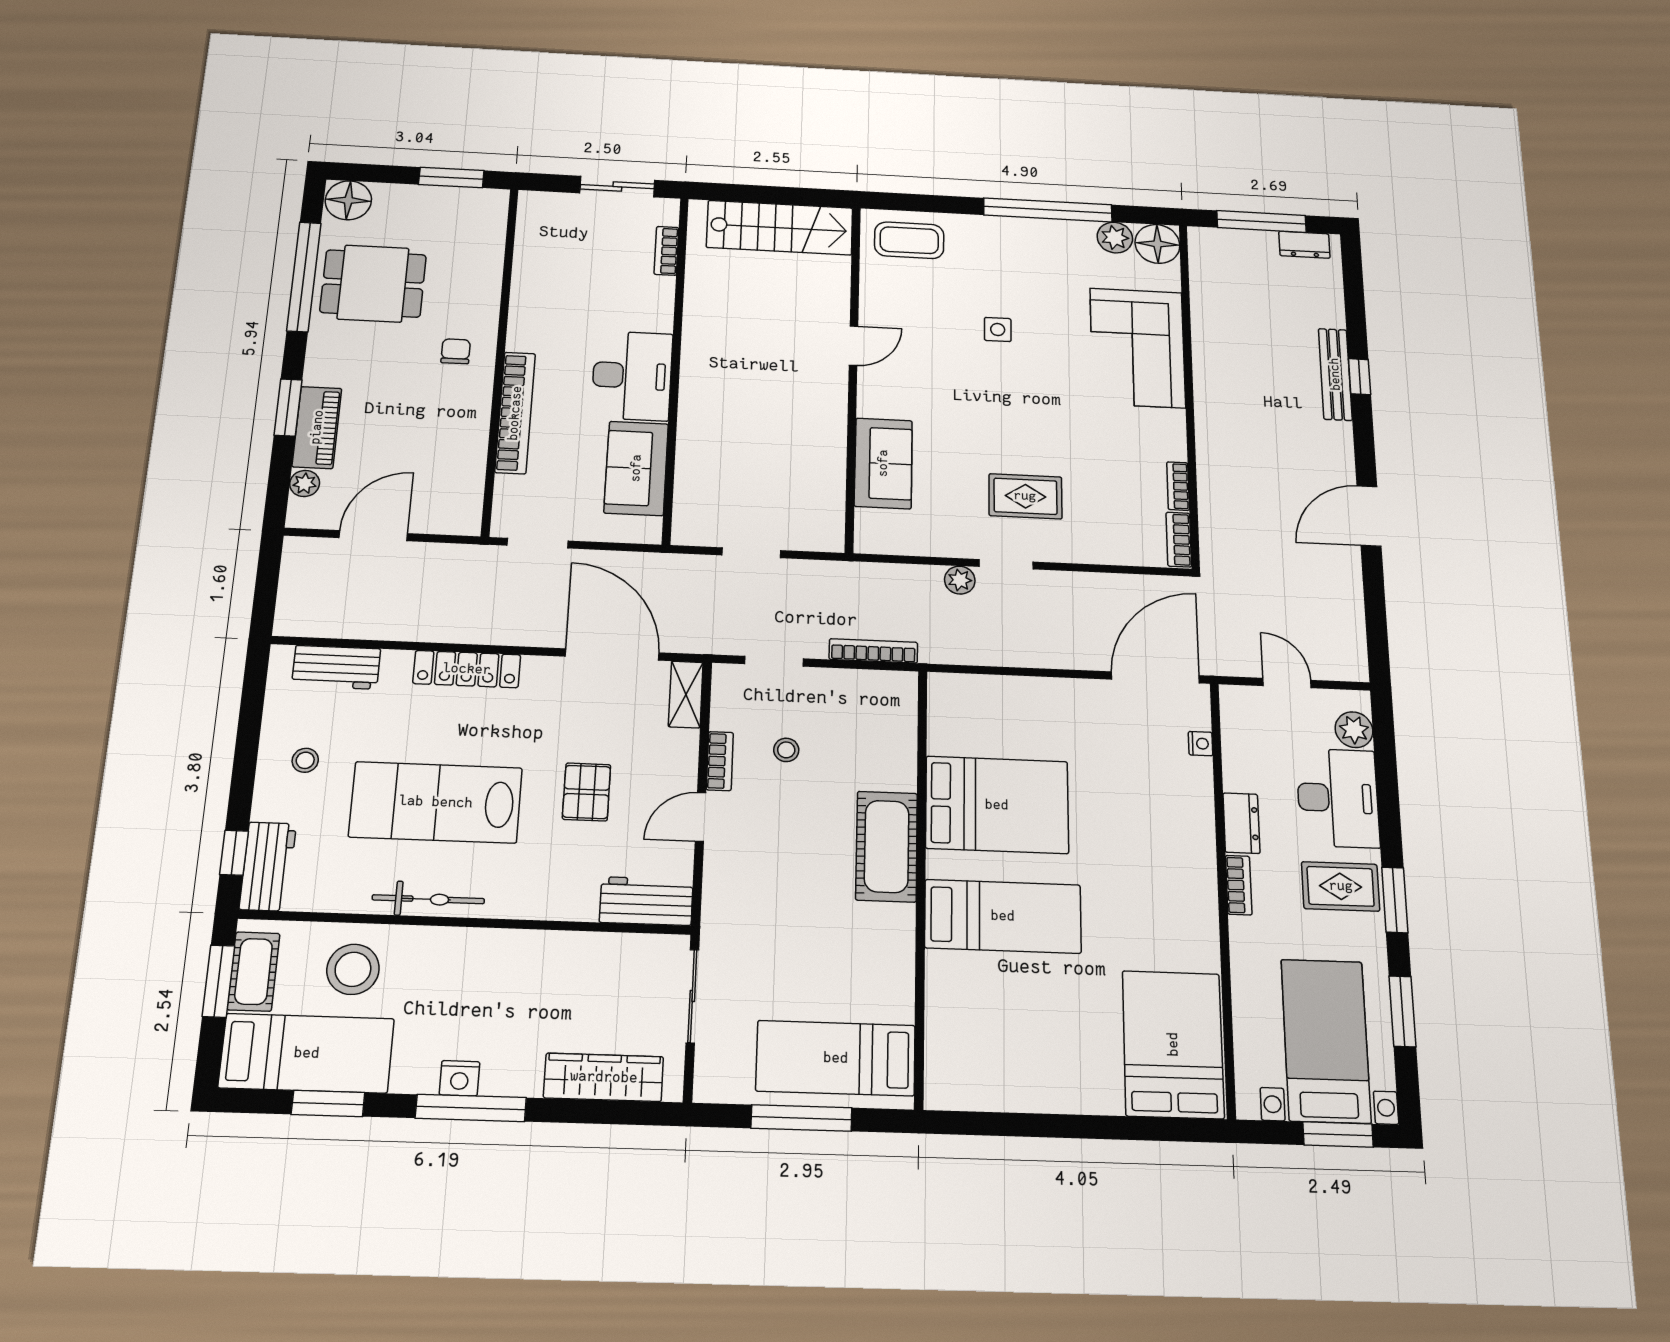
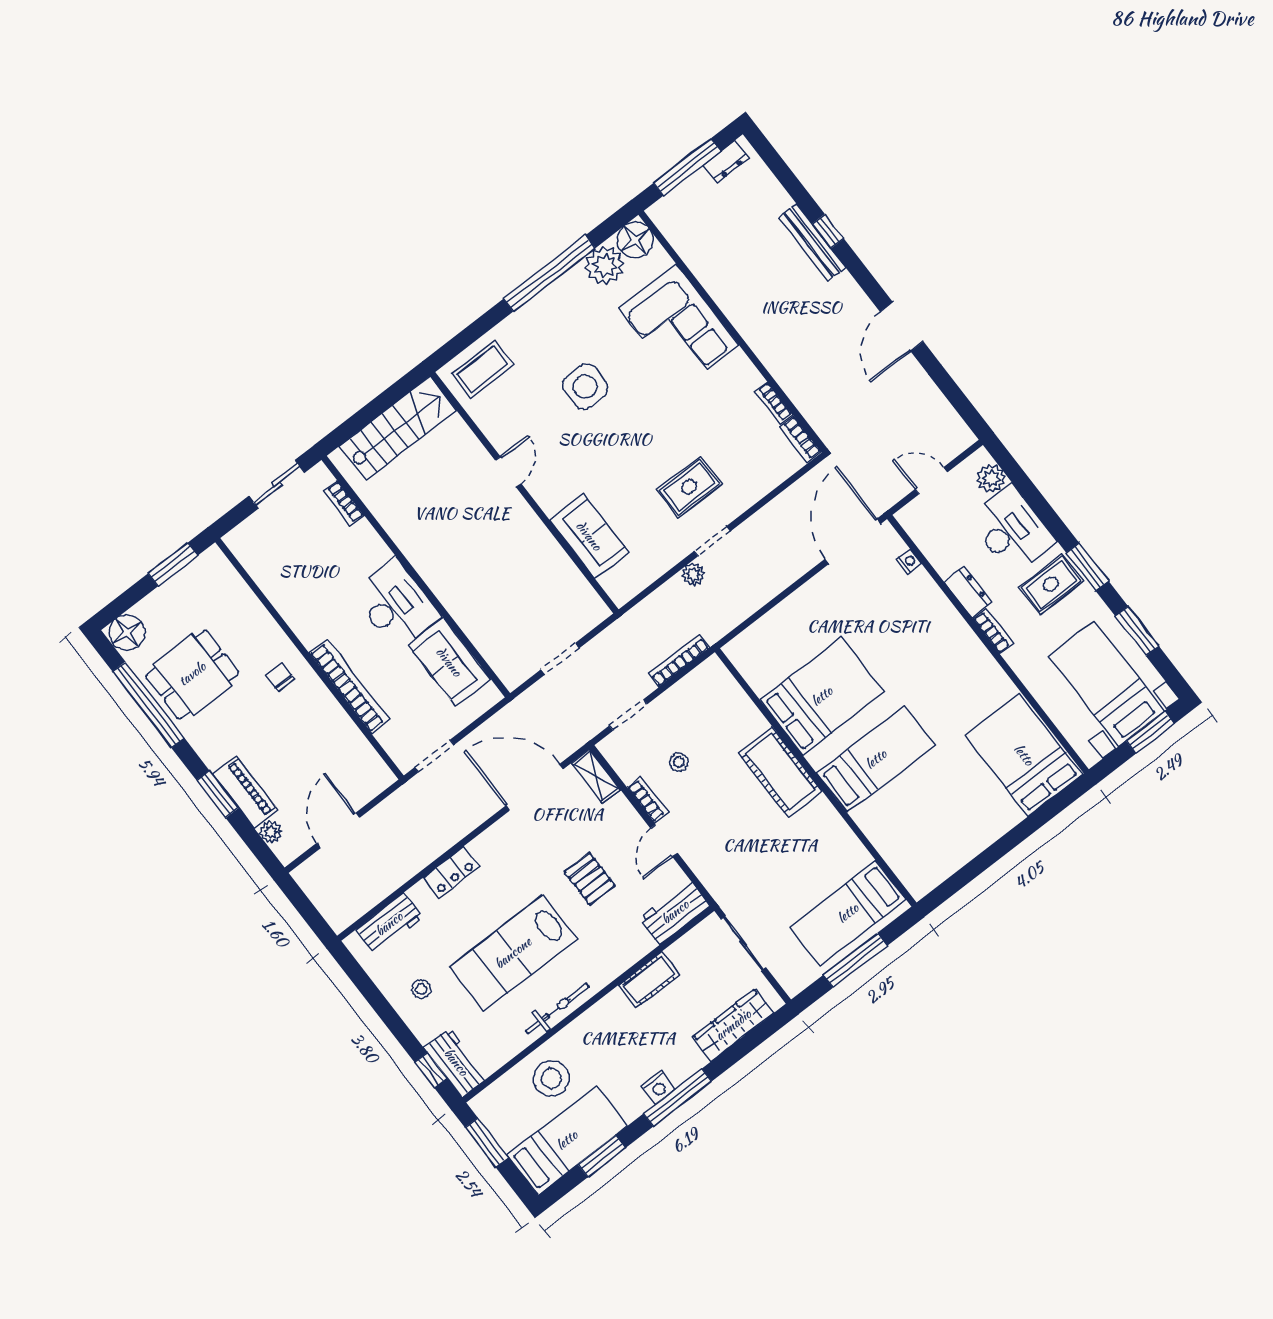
plant: (1115, 238) -> (605, 265), width x1.36, depth x1.36
side table: (998, 330) -> (585, 386), width x1.87, depth x1.87
locker: (467, 669) -> (451, 872), width x0.66
cot: (254, 971) -> (649, 980), moved, turned 90

